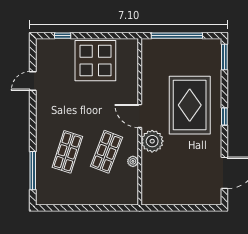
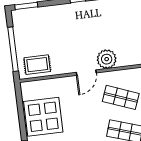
rug: (190, 105) -> (37, 65), moved, width x0.54, depth x0.49
plant: (133, 161) -> (126, 74), removed

